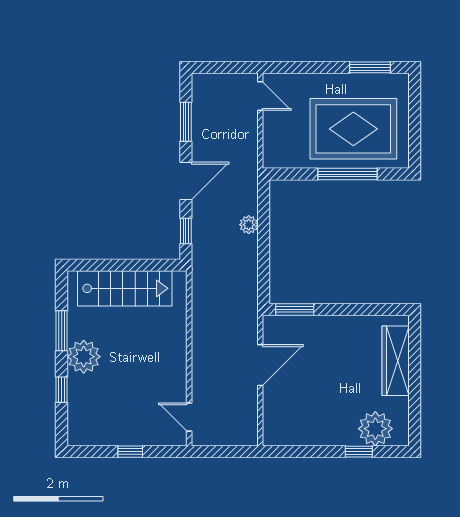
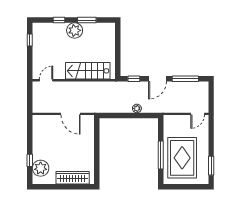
window: (186, 122) -> (185, 79), width x1.44
door: (186, 181) -> (157, 79), hinge flipped
stairs: (125, 288) -> (88, 71), moved, turned 90
window: (295, 309) -> (97, 130), removed
window: (130, 452) -> (30, 40), moved

